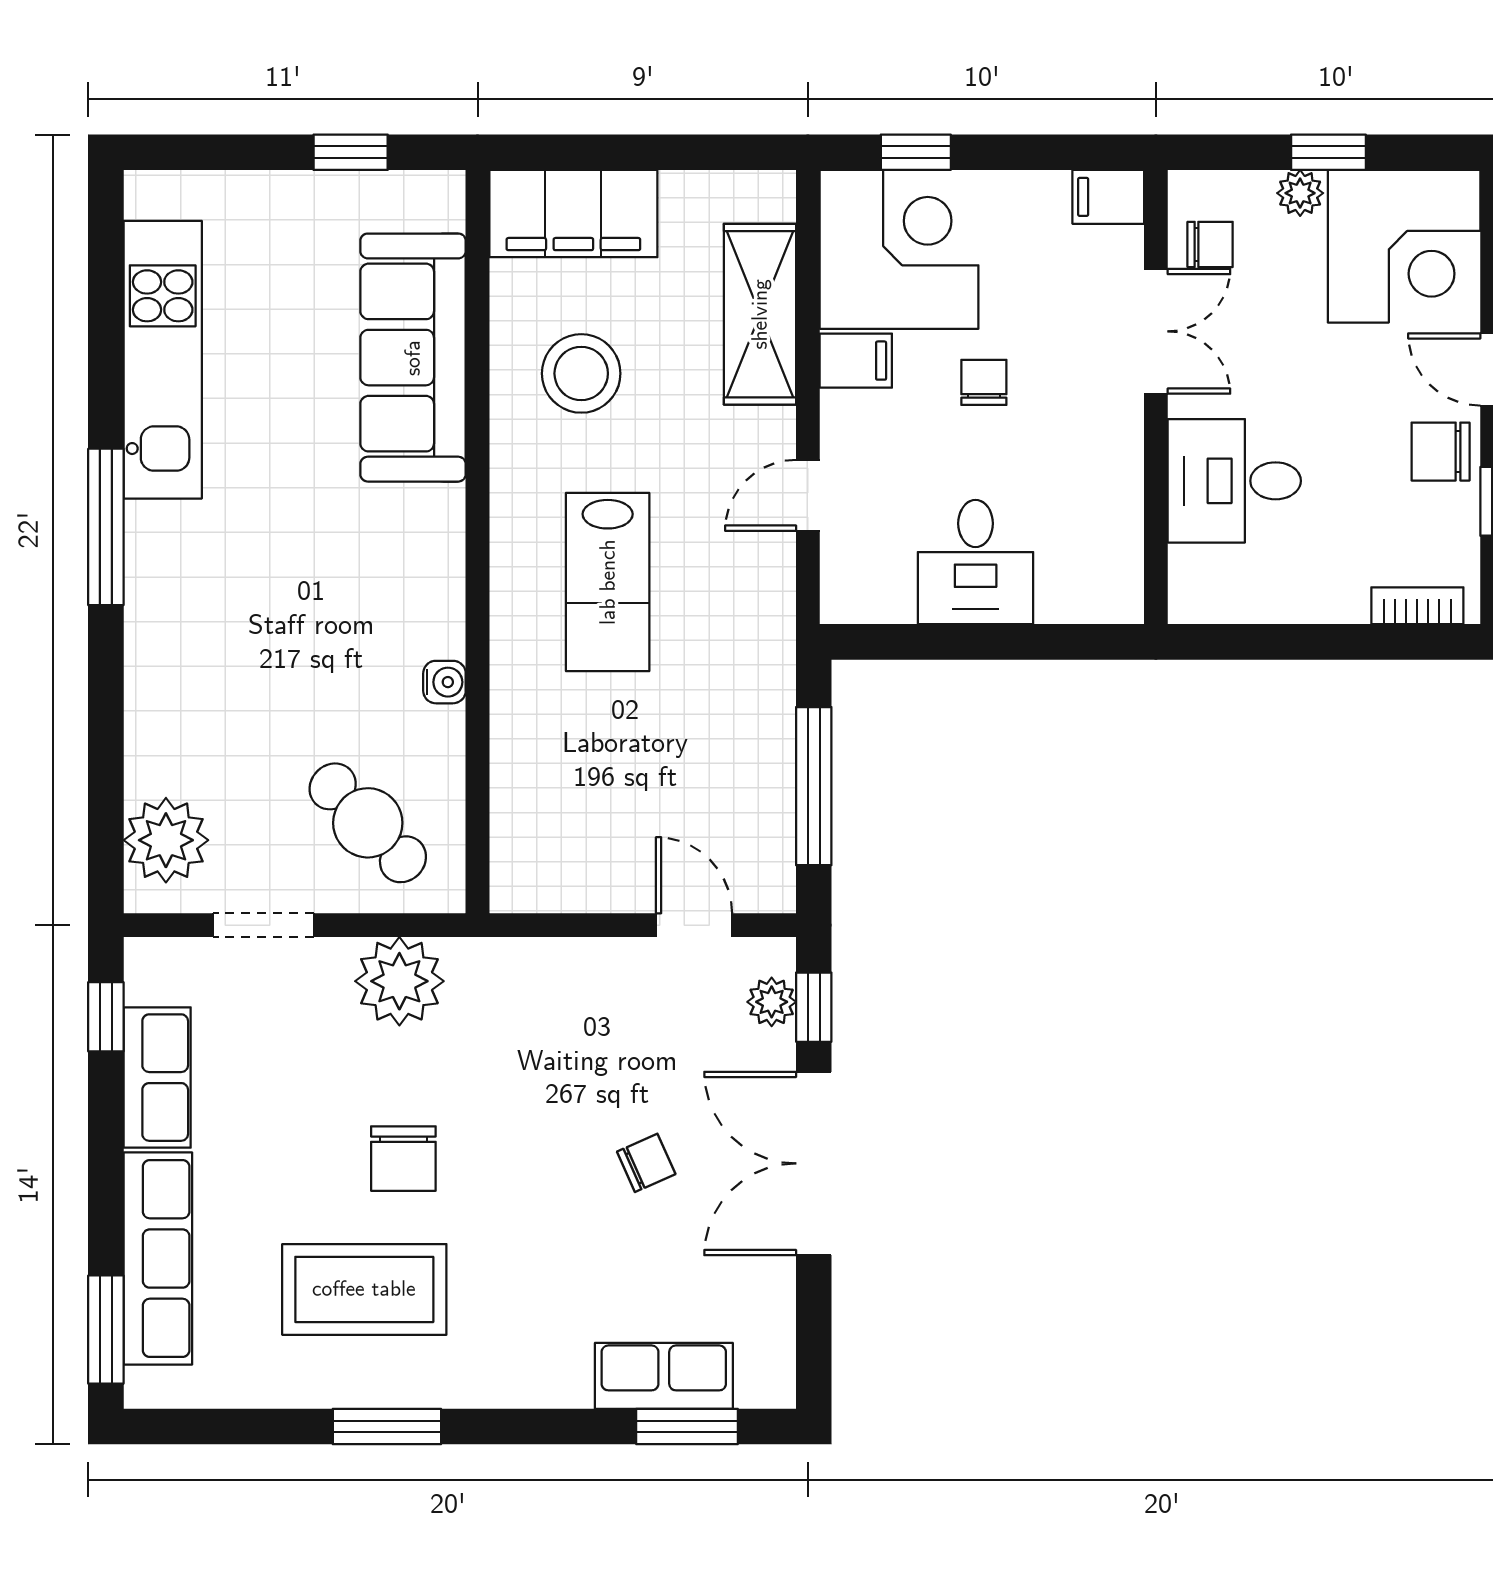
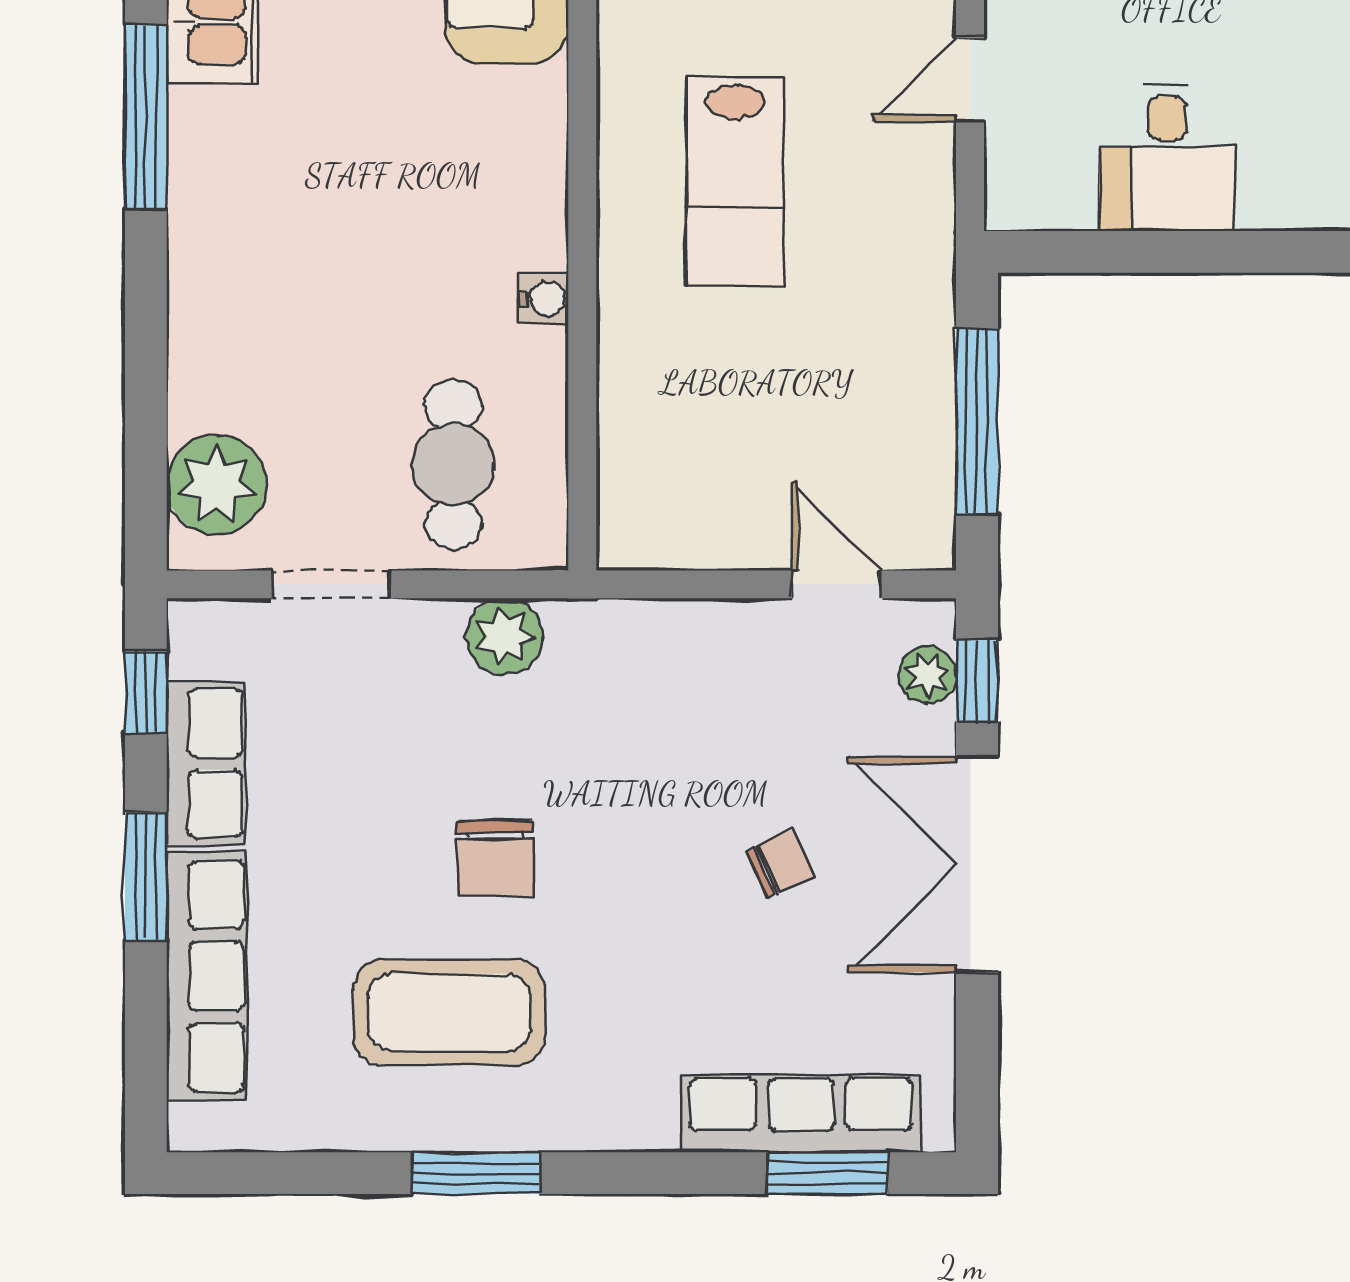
cafe table: (368, 823) -> (453, 464), turned 44
plant: (399, 981) -> (504, 636), width x0.73, depth x0.73
window: (106, 1330) -> (146, 876), moved
row of seats: (664, 1376) -> (801, 1114), width x1.48

